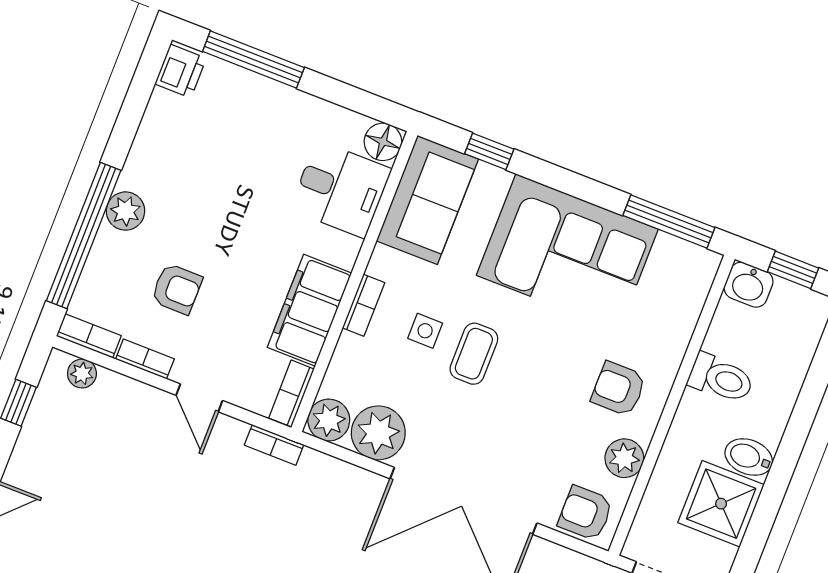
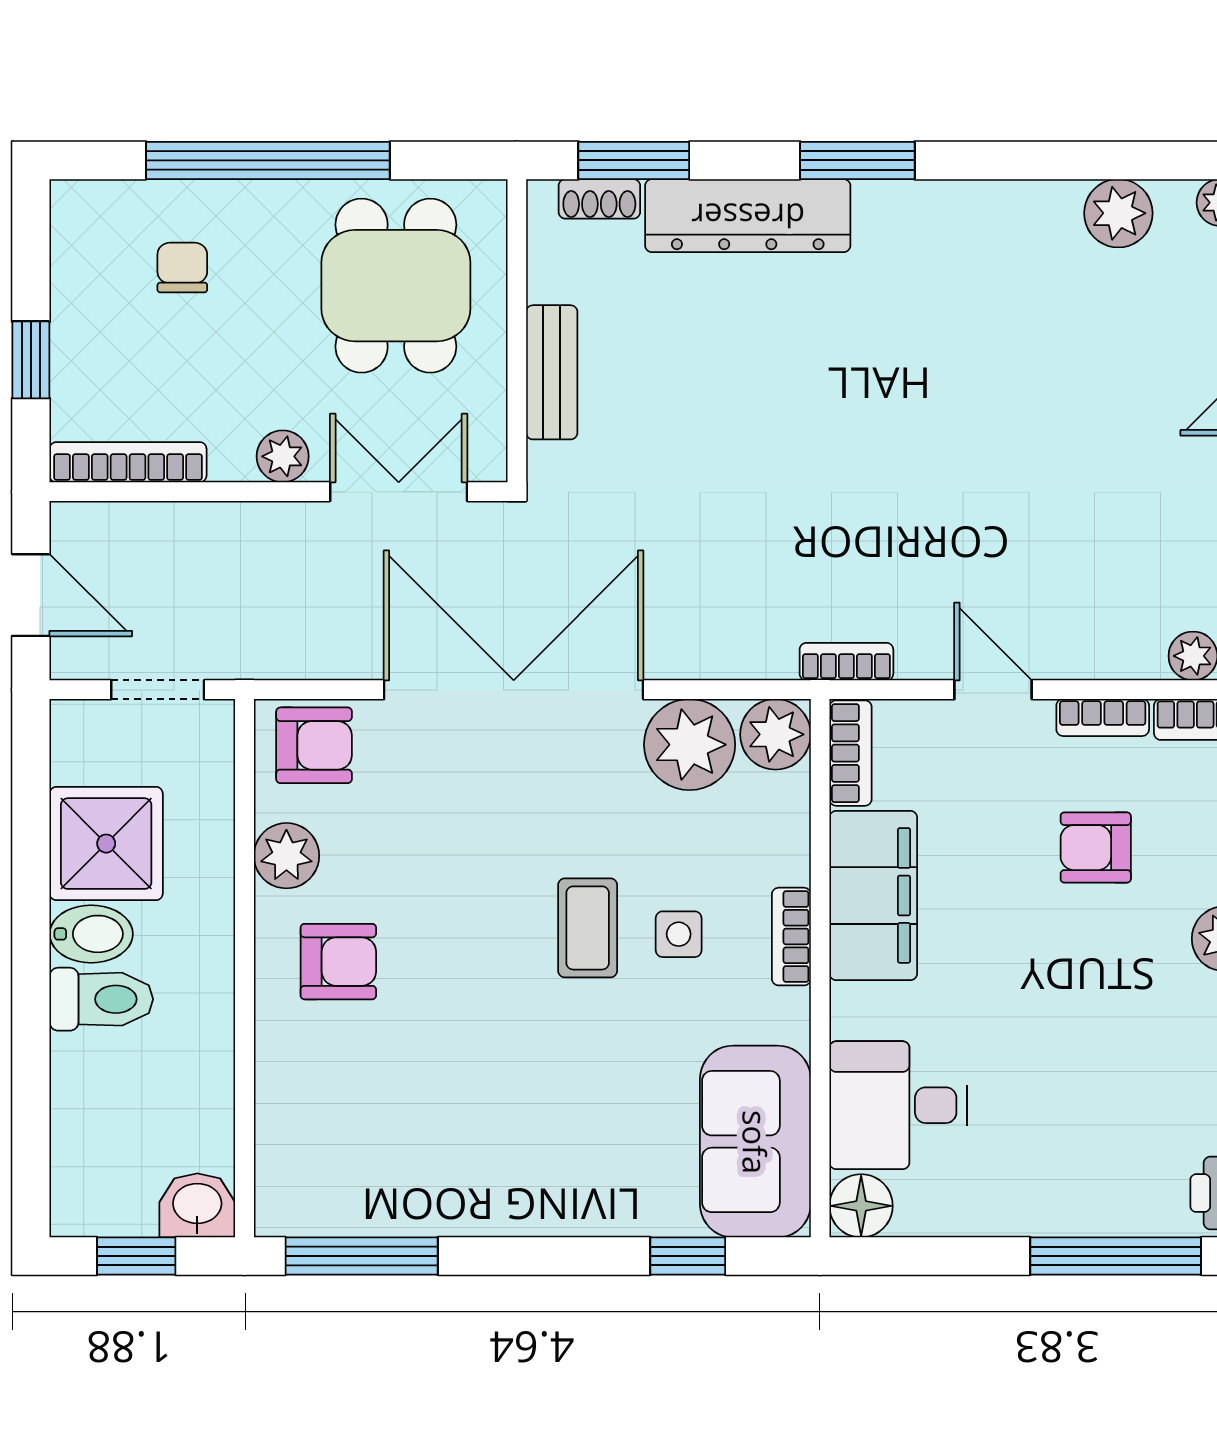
corner sofa: (567, 252) -> (503, 1145), removed
toilet: (721, 378) -> (101, 999), moved, turned 180

